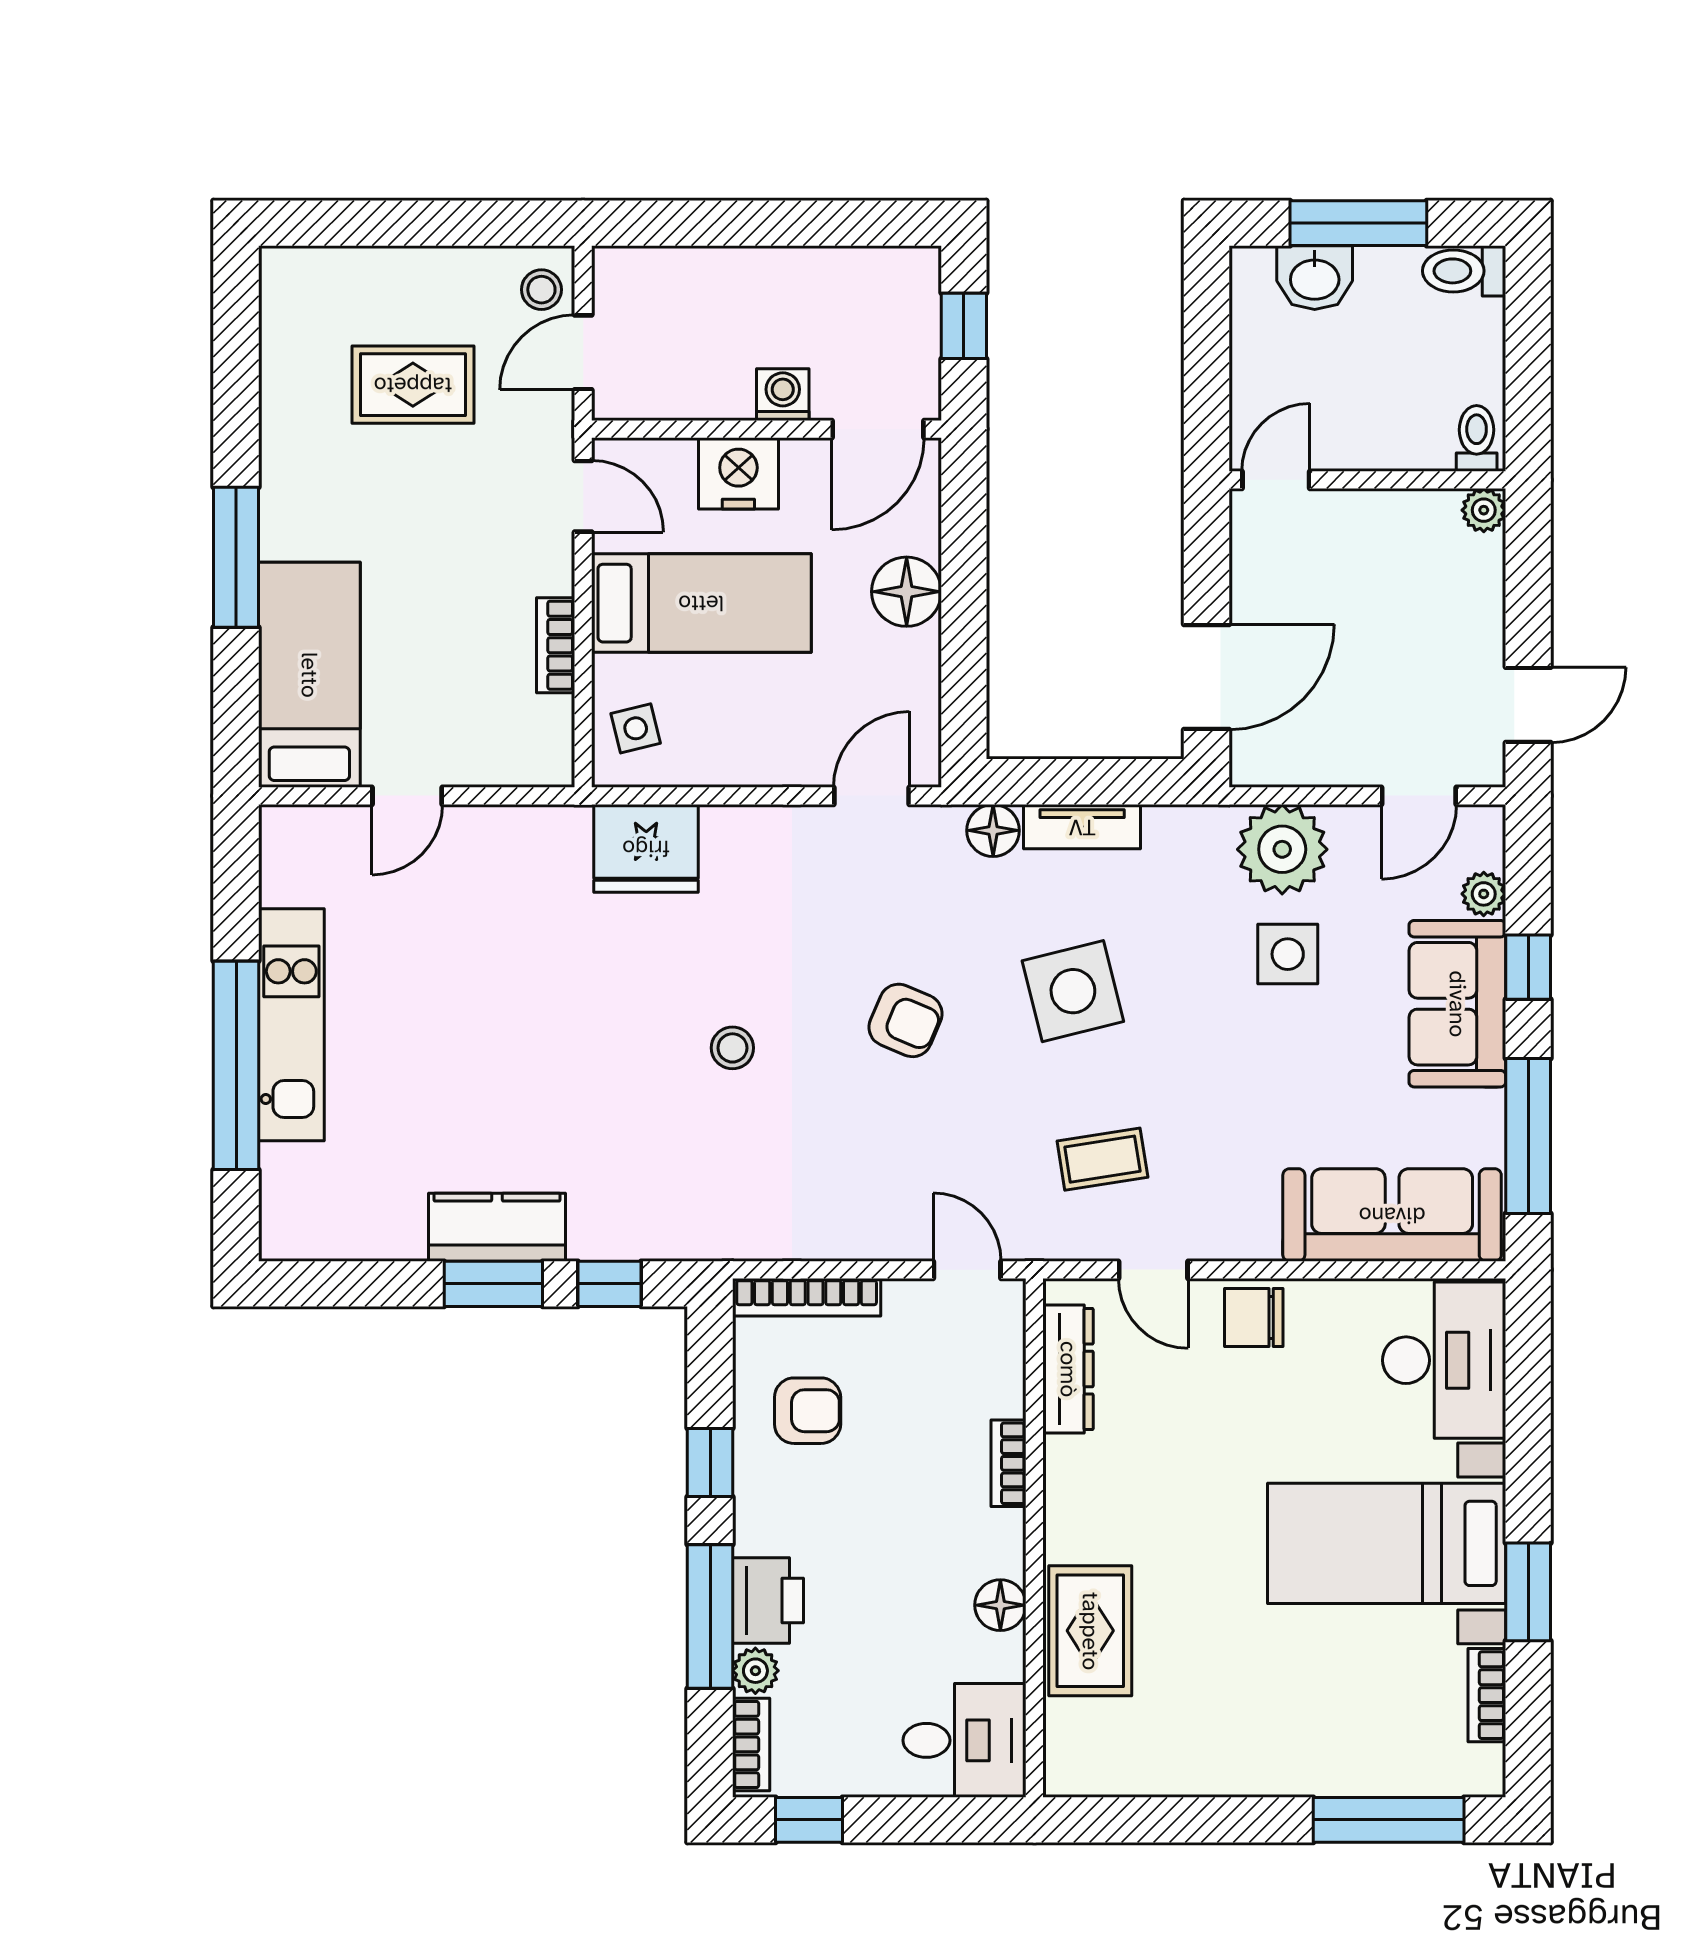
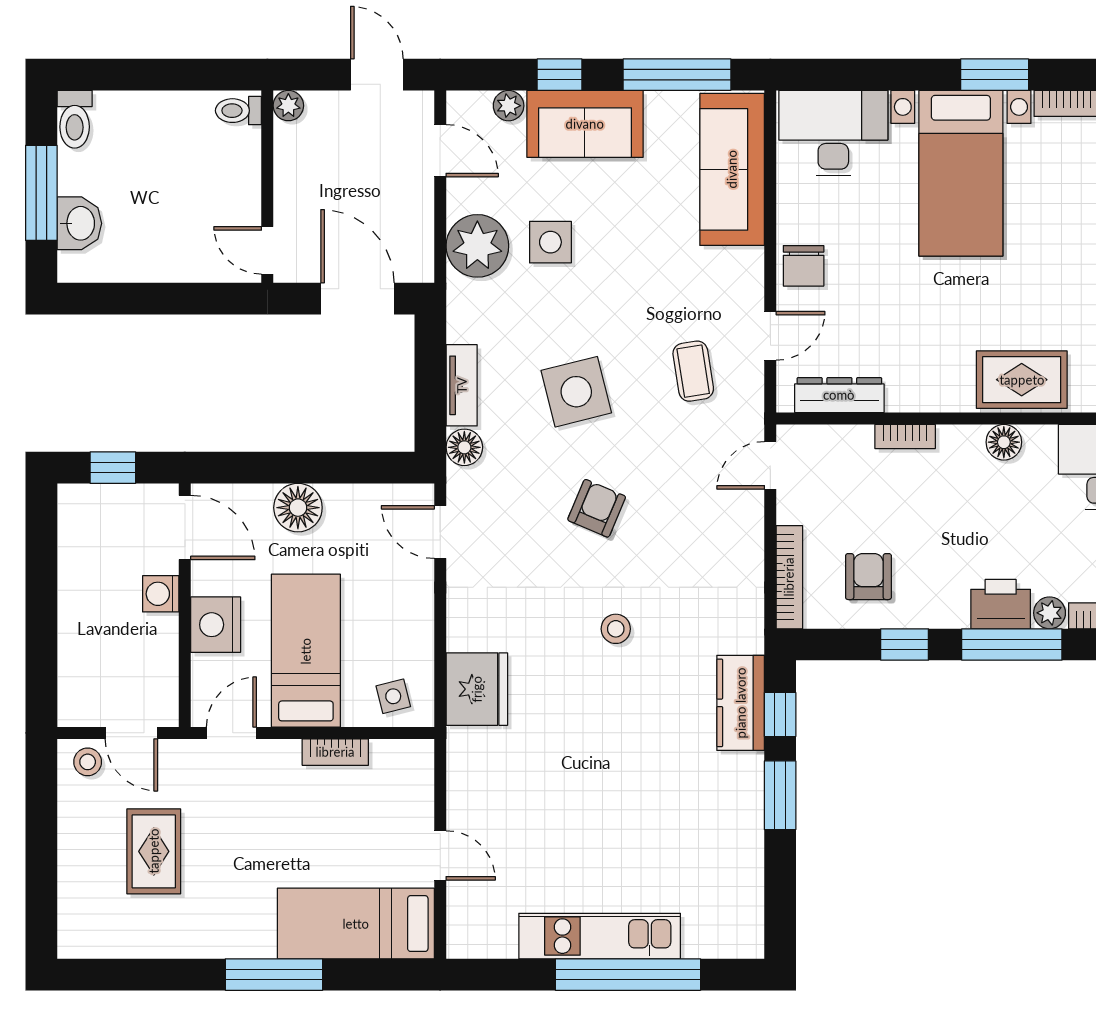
toilet: (1477, 438) -> (238, 111), moved
door: (1276, 480) -> (267, 250), moved
wall: (1367, 480) -> (267, 187), moved
plant: (1484, 510) -> (288, 106), moved
kitchen counter: (497, 1227) -> (741, 703), moved

